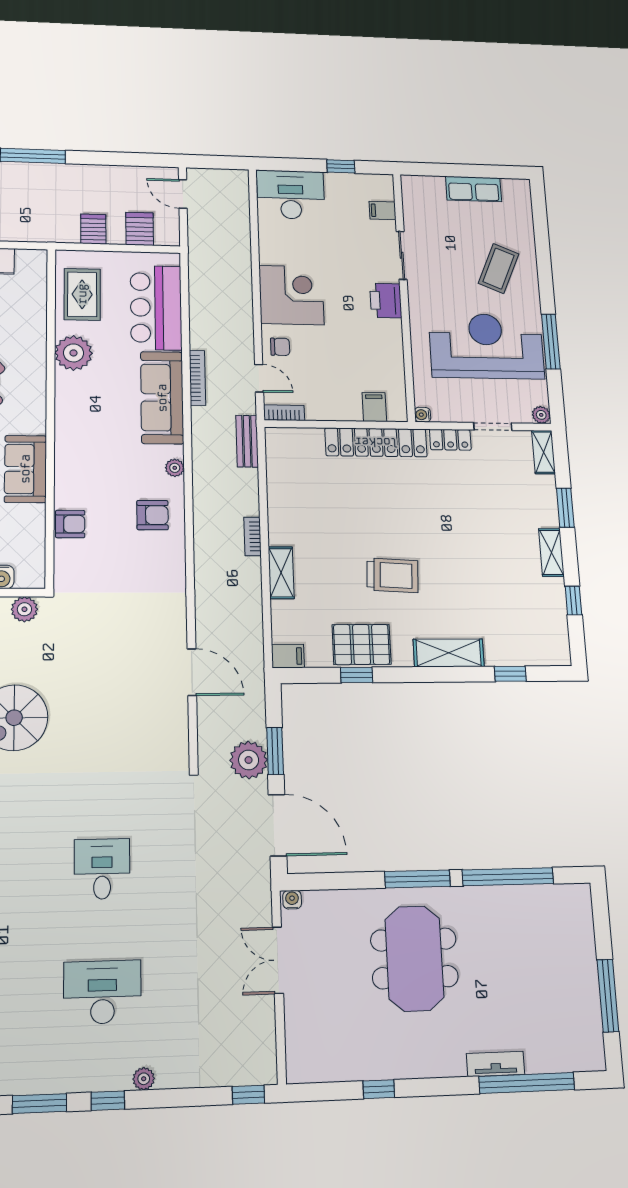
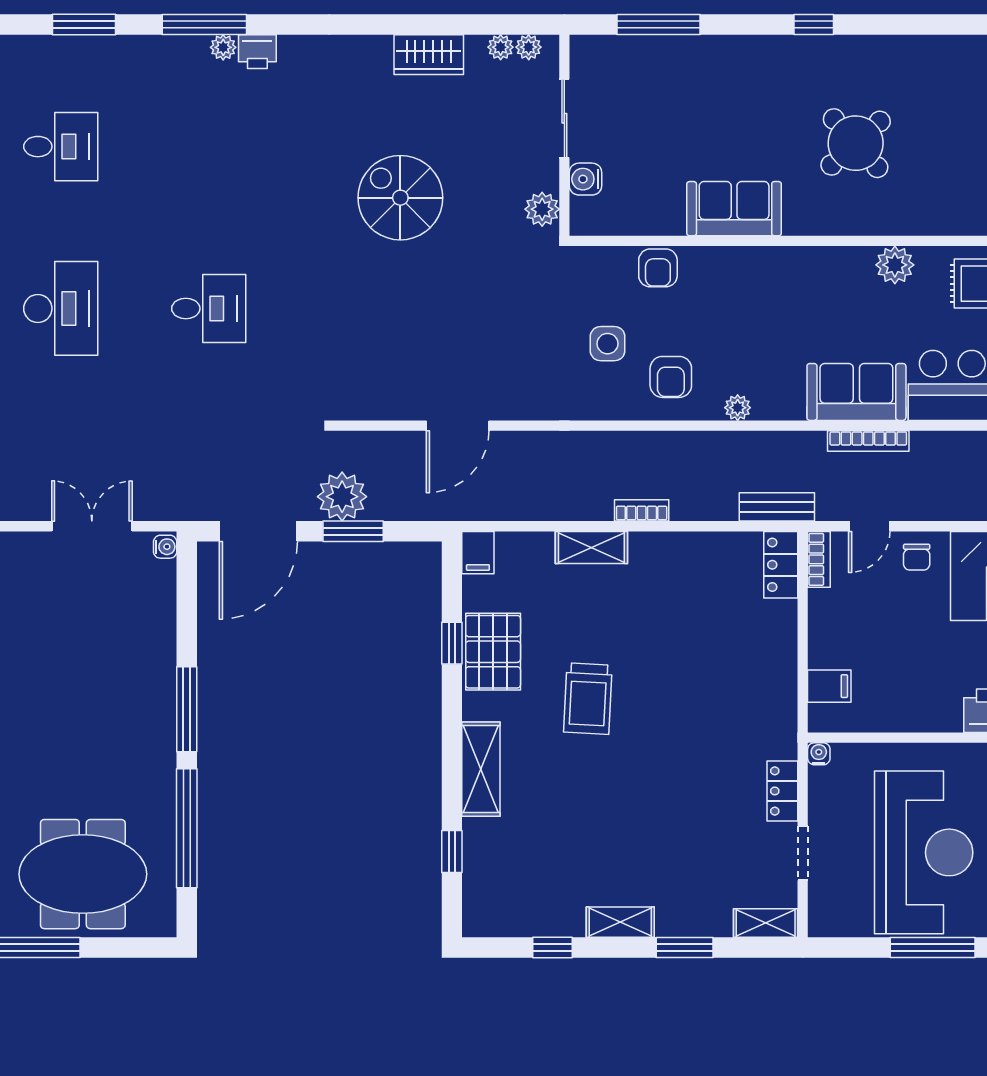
plant: (73, 353) -> (895, 265), width x0.73, depth x0.73
sofa: (162, 398) -> (856, 392), width x0.73
plant: (541, 415) -> (821, 924), removed
locker: (376, 442) -> (781, 565), moved, width x0.46, depth x0.83
side table: (128, 561) -> (608, 344), added
meeting table: (414, 958) -> (83, 874), moved

